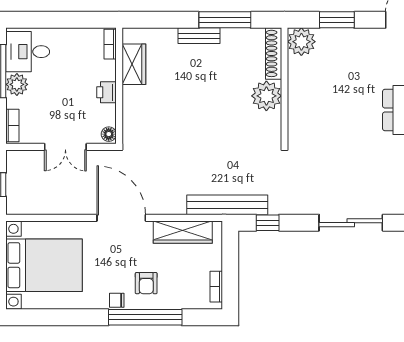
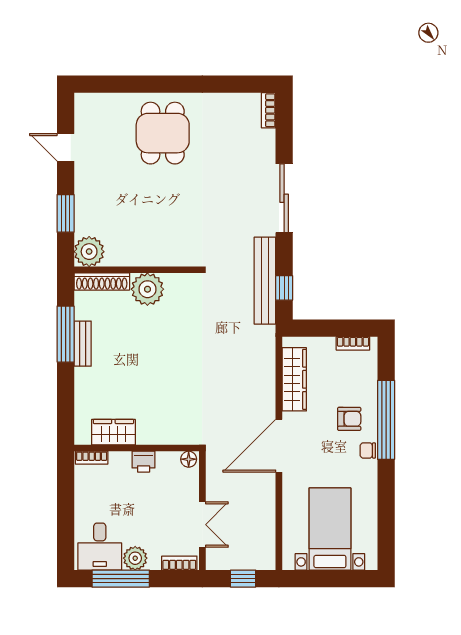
bench: (199, 36) -> (83, 344), moved
double door: (65, 147) -> (202, 525), moved
bench: (227, 205) -> (265, 281), moved
bed with nightstands: (44, 265) -> (330, 529), width x0.73
chair: (117, 300) -> (368, 450), turned 90

